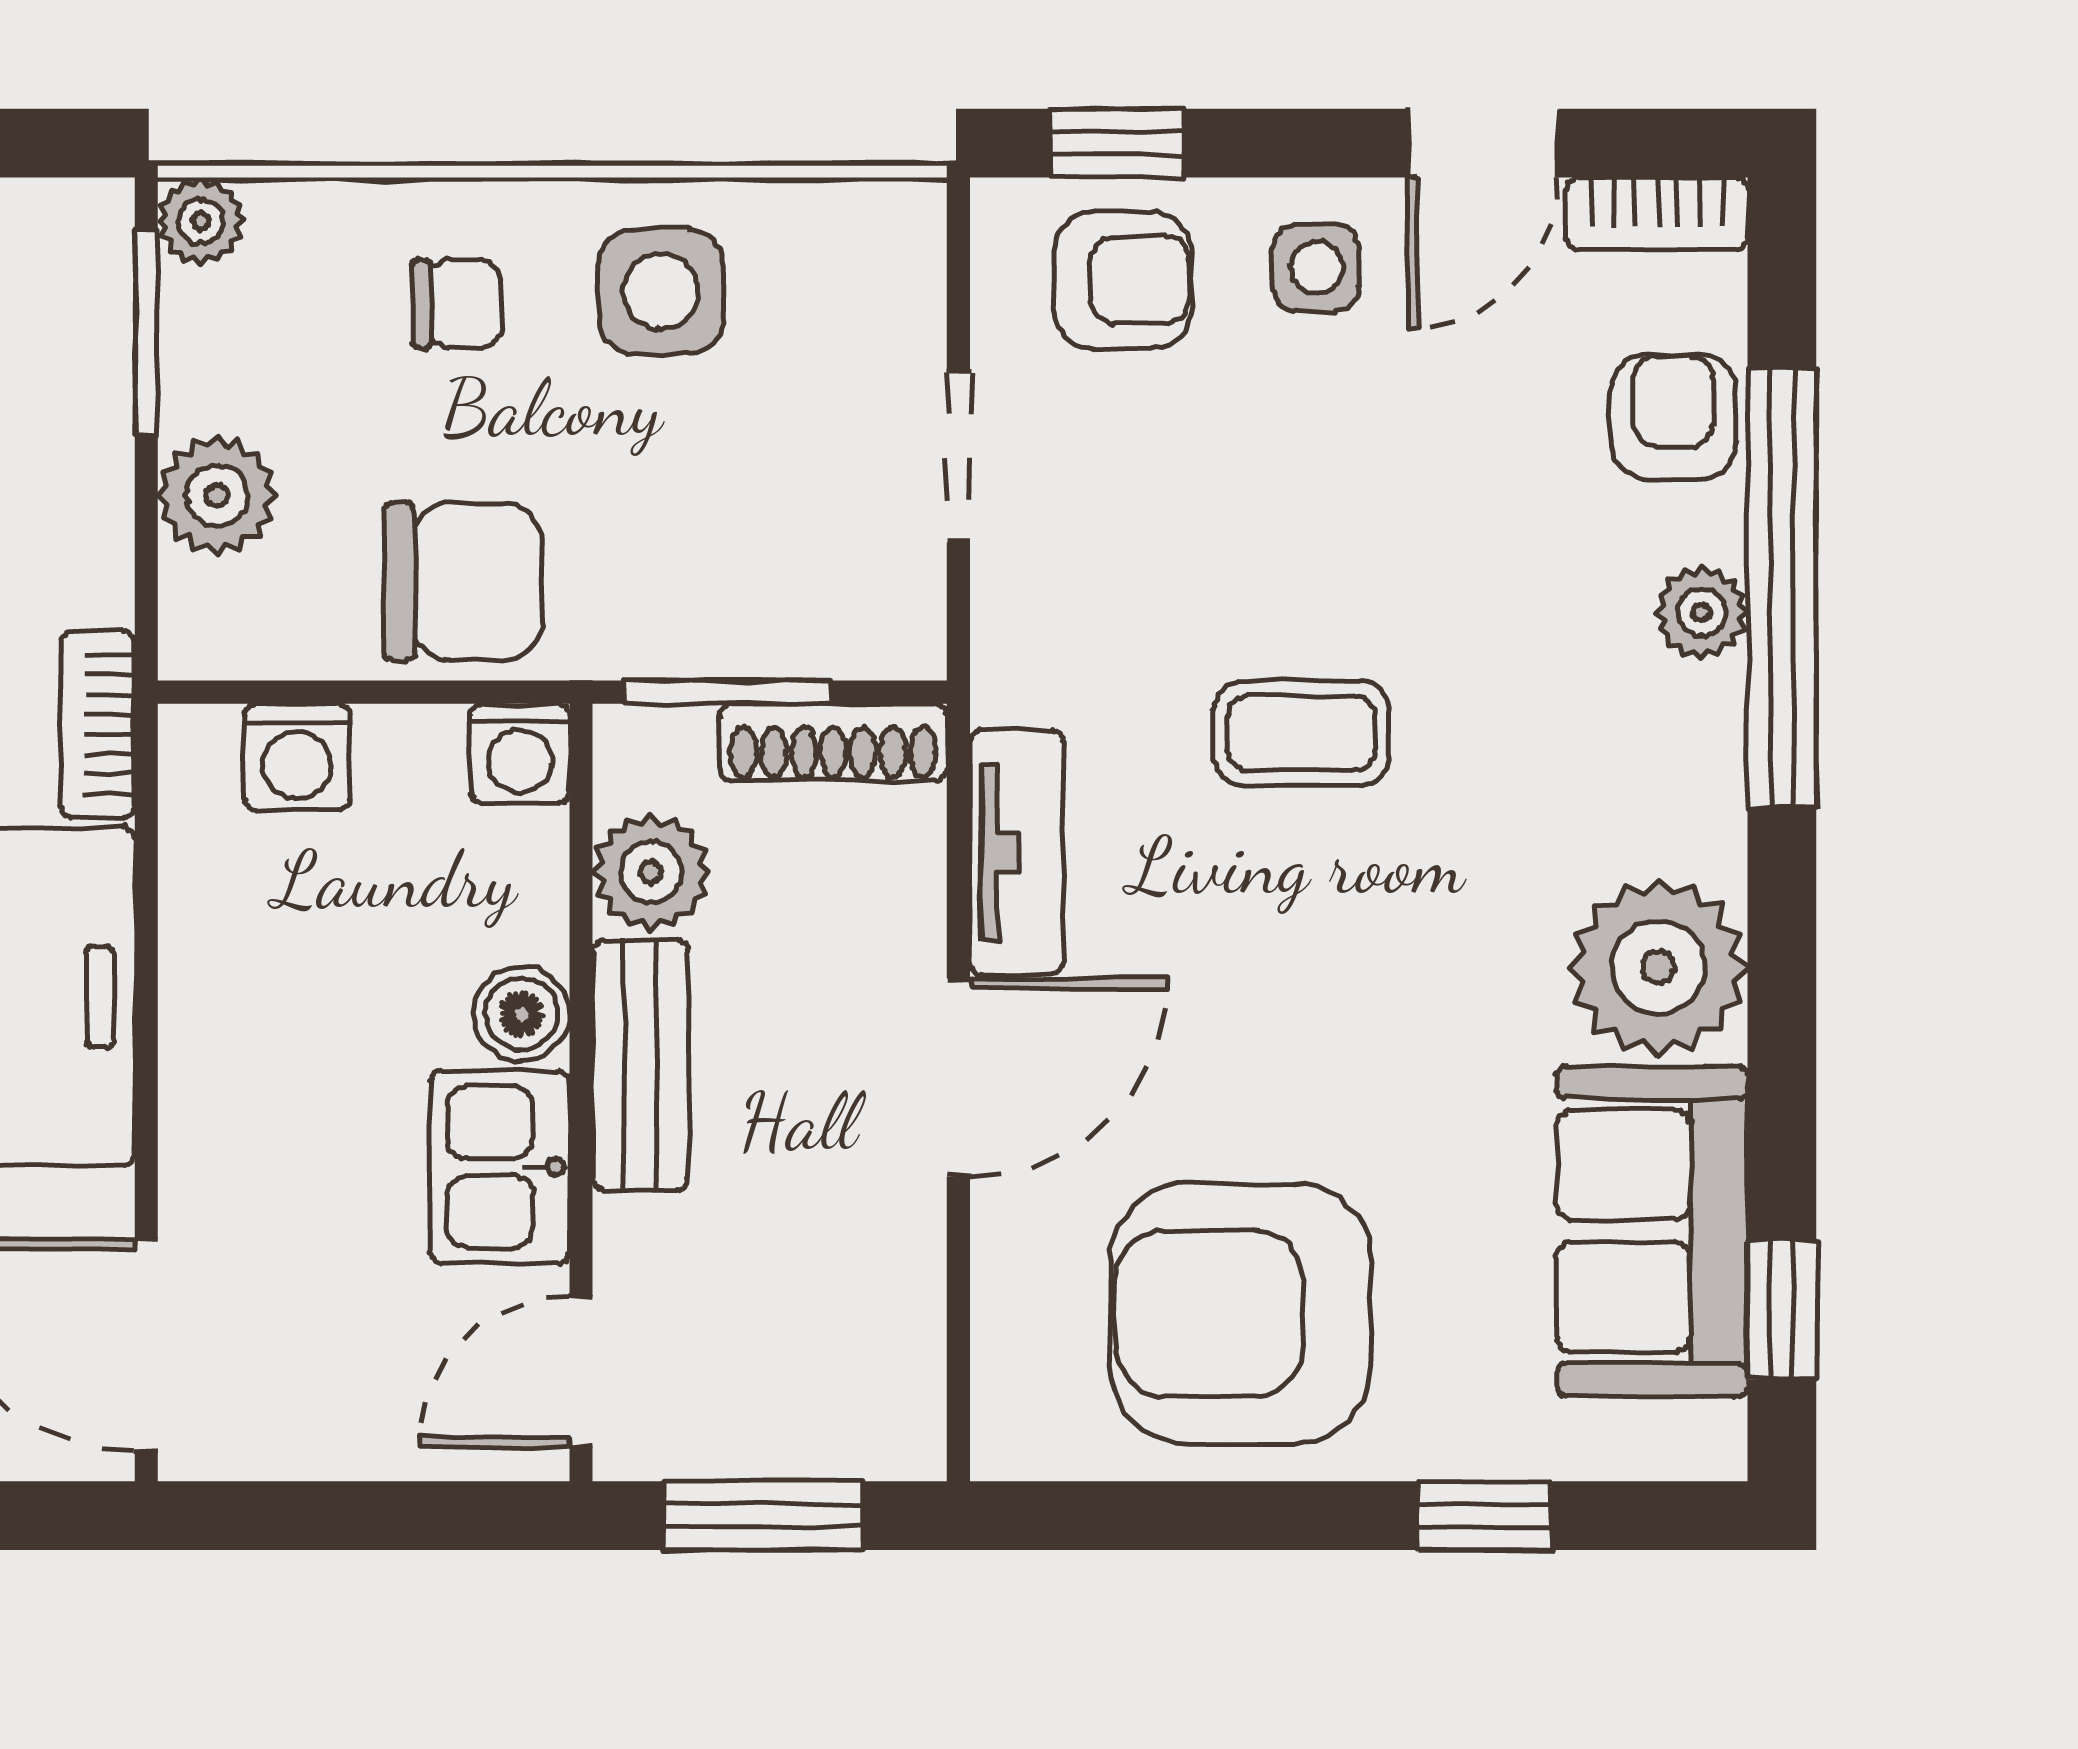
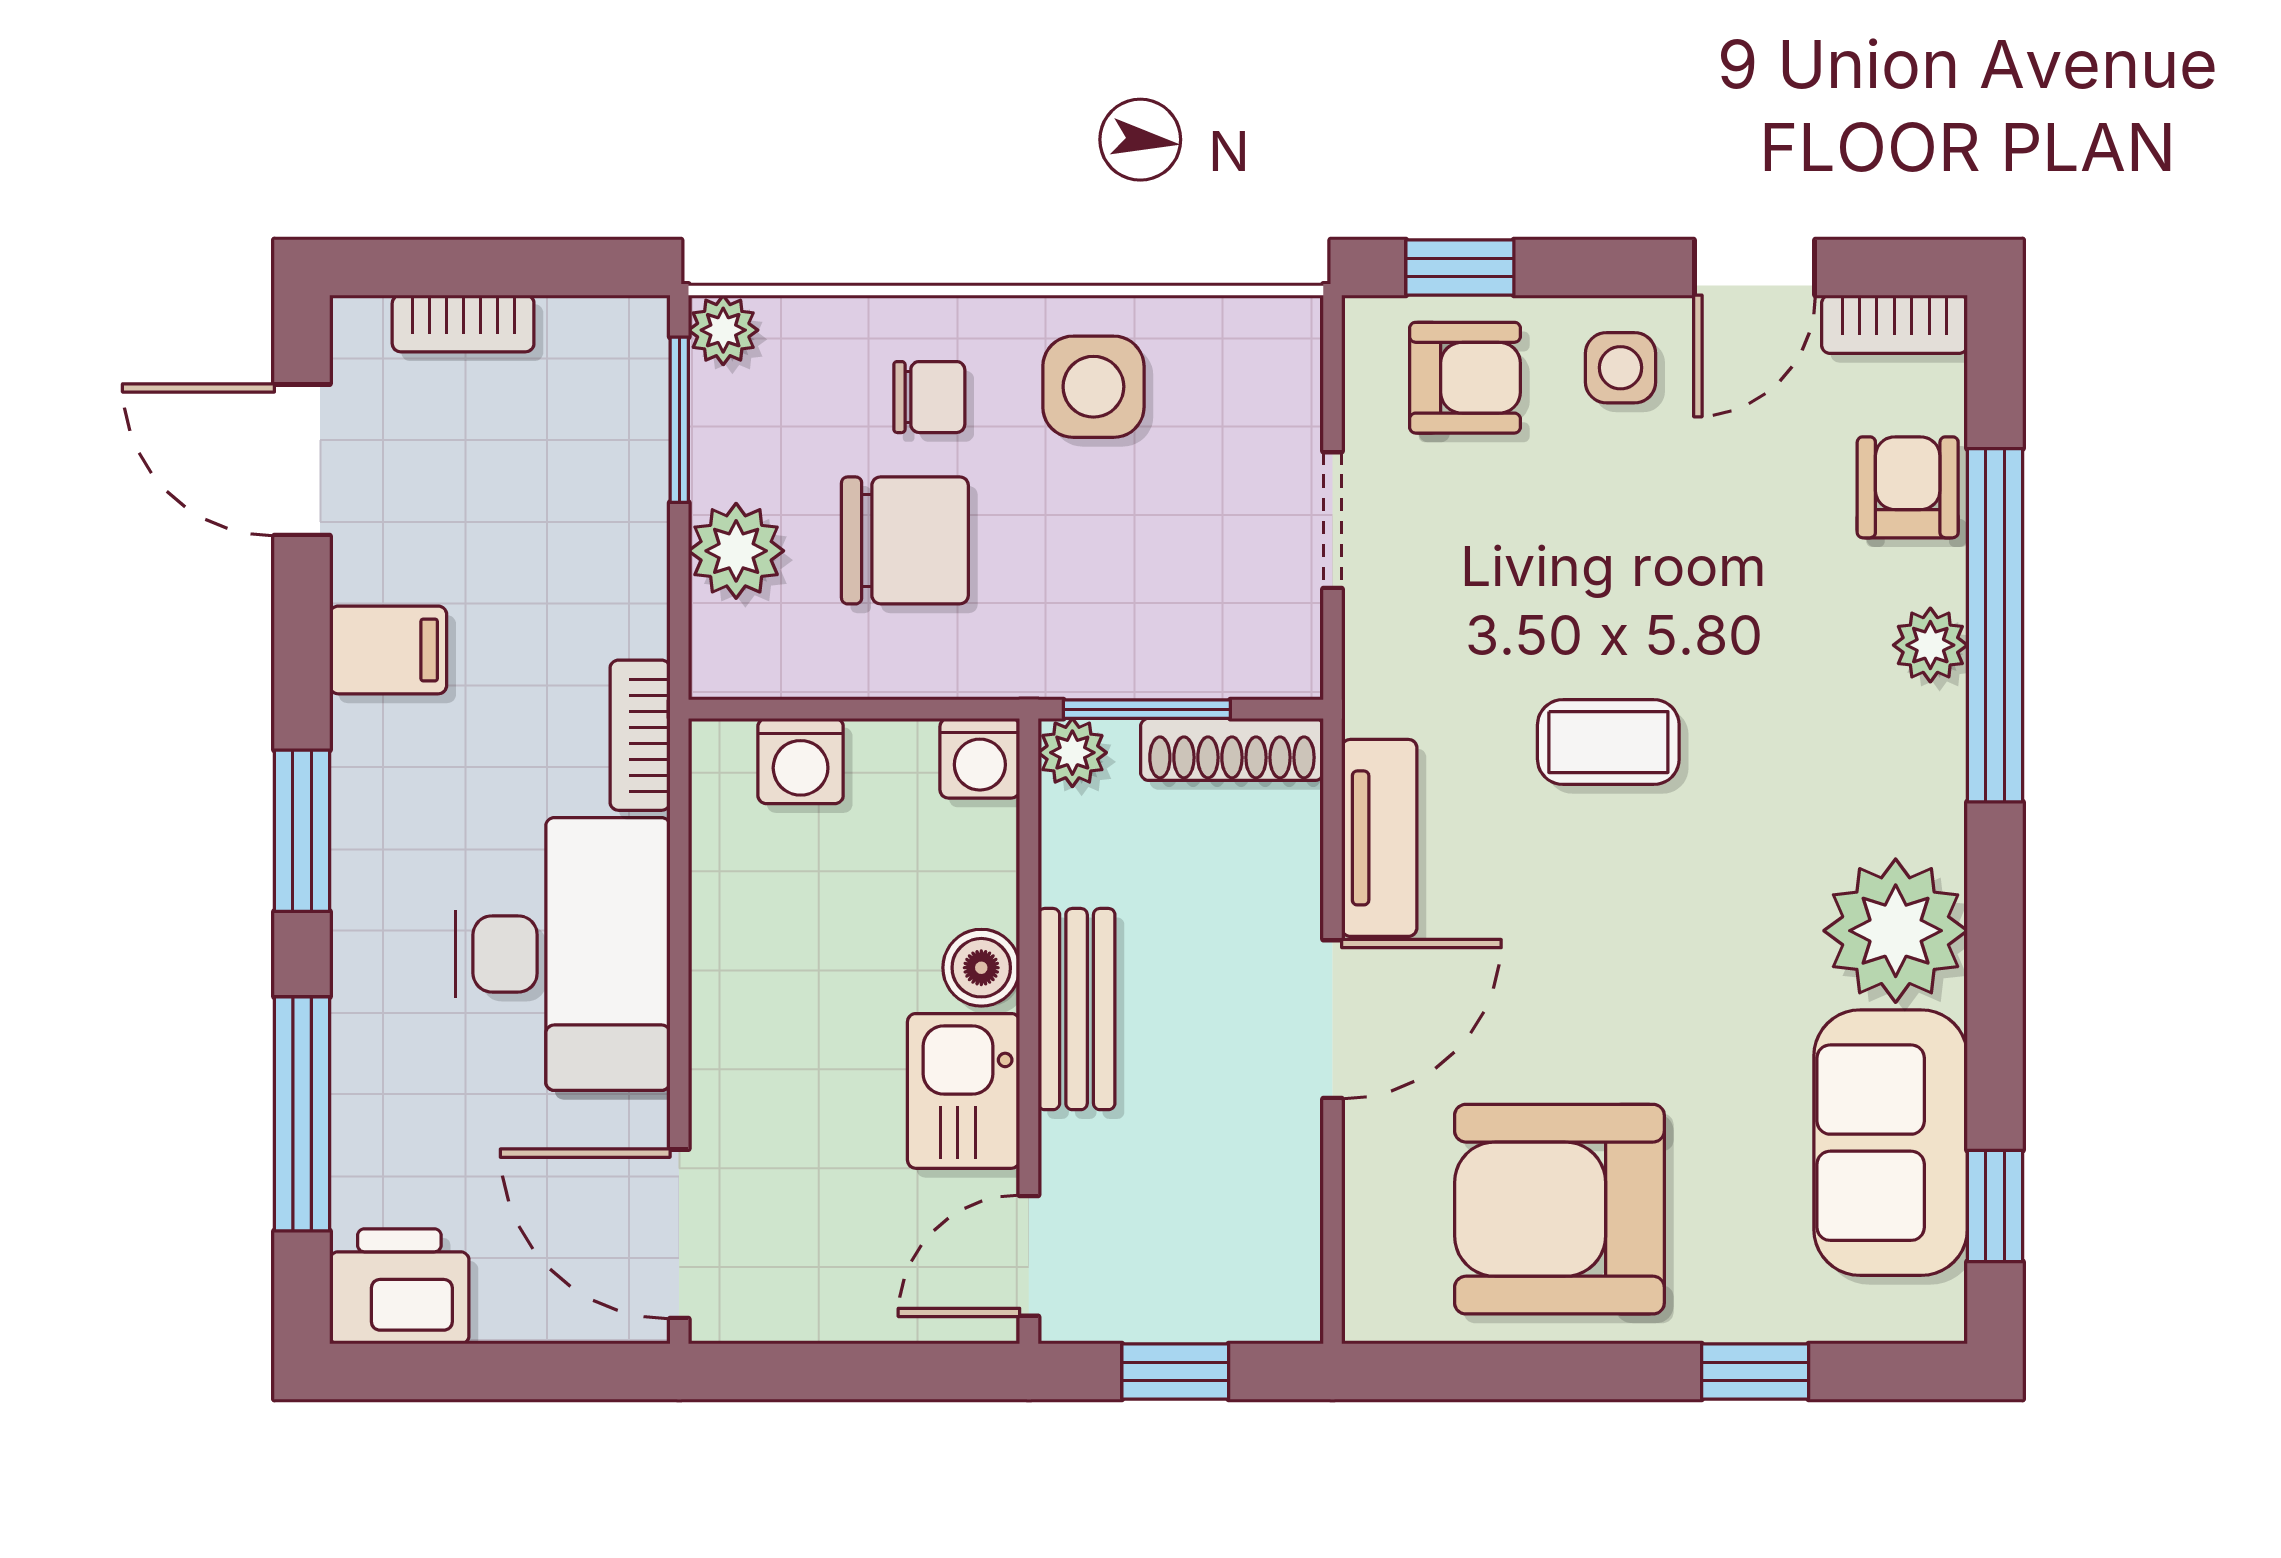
chair: (462, 581) -> (905, 540), moved
plant: (651, 872) -> (1072, 753), moved, width x0.73, depth x0.73
window: (763, 1516) -> (1175, 1372), width x0.67

